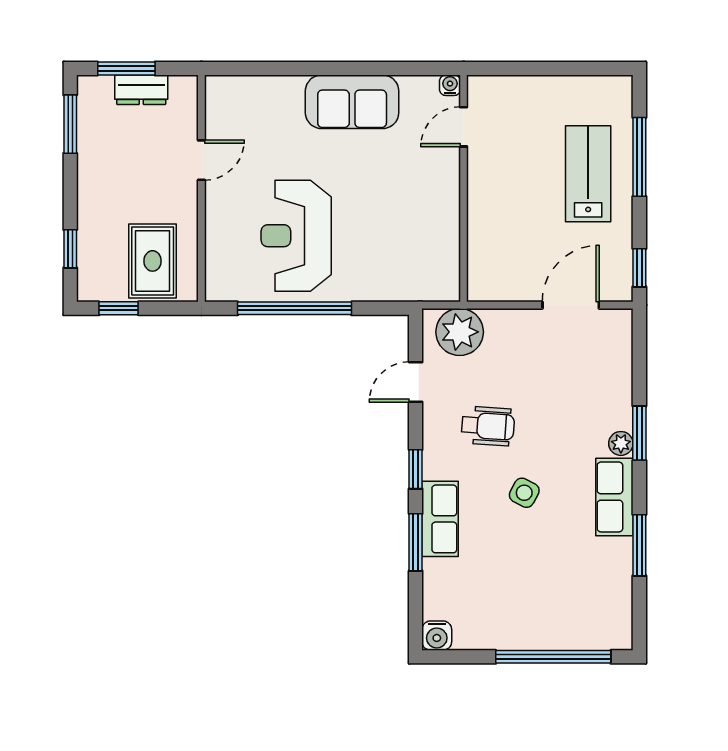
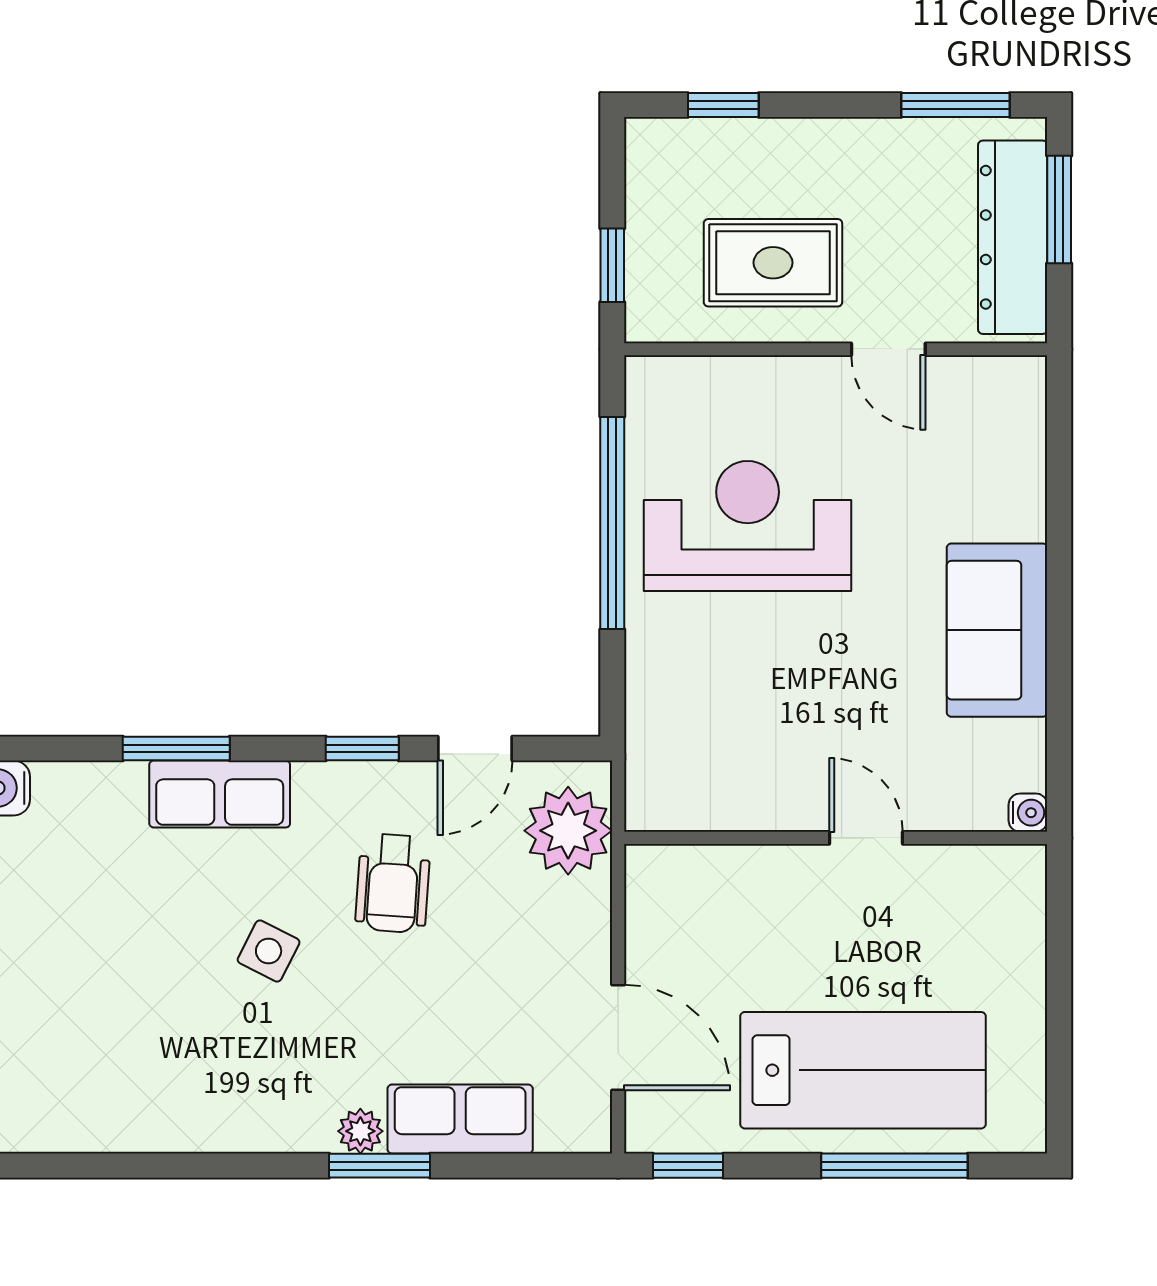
dresser: (141, 90) -> (1013, 237), width x1.96, depth x1.24
door: (464, 127) -> (866, 838), moved
lab bench: (588, 174) -> (863, 1070), width x1.36, depth x1.39
rug: (153, 261) -> (773, 263), moved
window: (119, 308) -> (612, 265), moved
door: (416, 382) -> (475, 748), swing flipped
window: (416, 469) -> (362, 748), moved
row of seats: (614, 497) -> (460, 1119), moved
window: (639, 545) -> (171, 1166), removed

